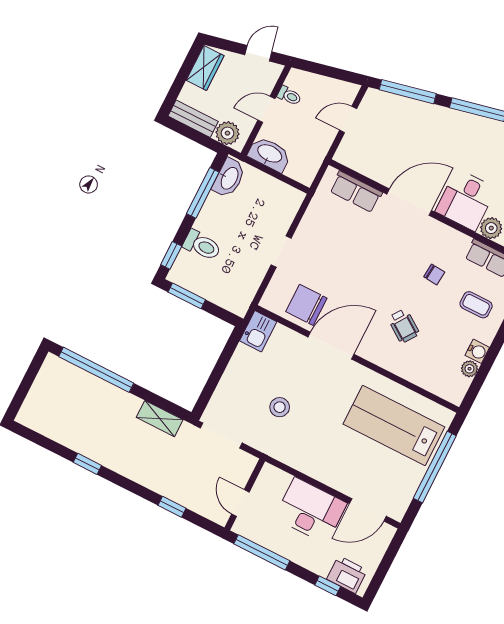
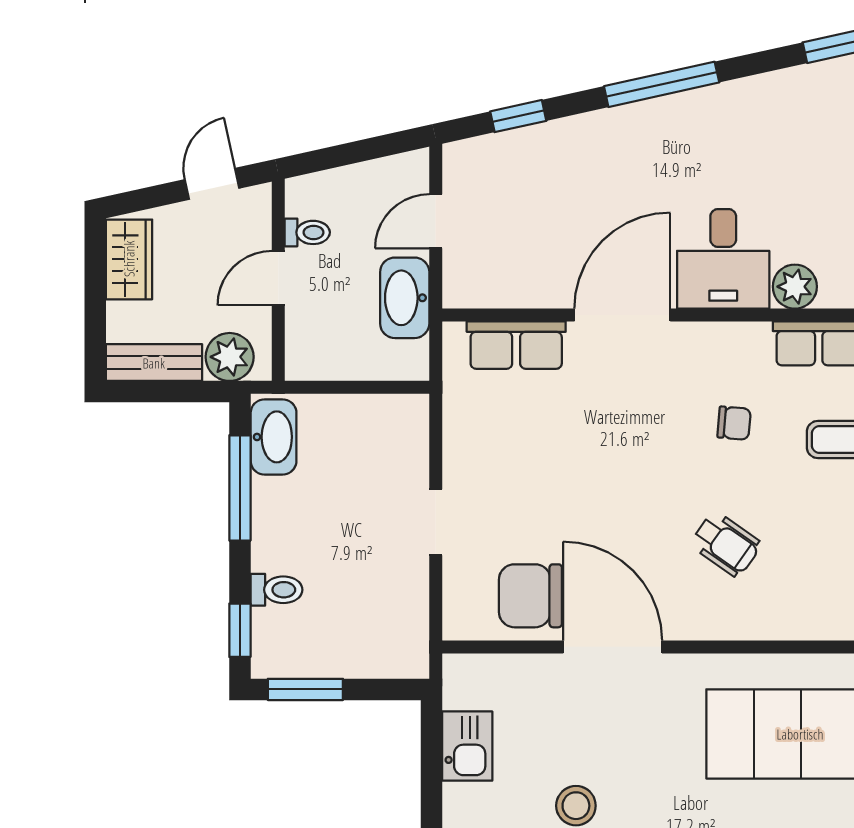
window: (408, 92) -> (518, 116), width x0.46
washbasin: (269, 154) -> (405, 298), moved, turned -90
toilet: (202, 245) -> (277, 590), width x0.73, depth x0.72
kitchen sink: (258, 331) -> (467, 746), moved
door: (331, 346) -> (613, 647), hinge flipped

